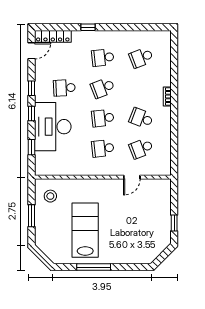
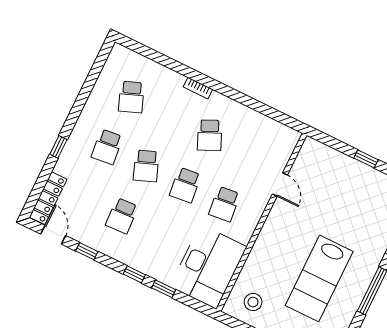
window: (31, 88) -> (87, 251), moved
school desk: (141, 118) -> (210, 135), turned -45
desk: (53, 127) -> (208, 267), moved, turned -90
window: (31, 147) -> (164, 289), moved
school desk: (141, 148) -> (249, 154), removed
lab bench: (85, 230) -> (319, 278), turned -90

